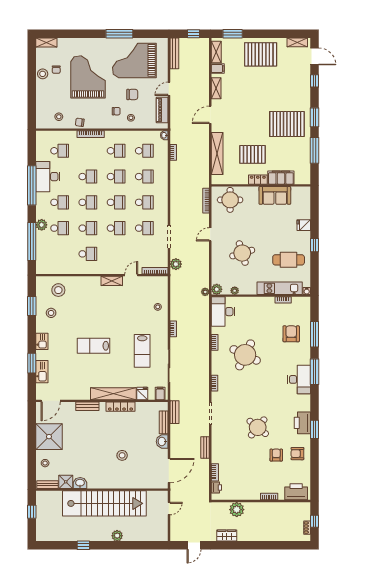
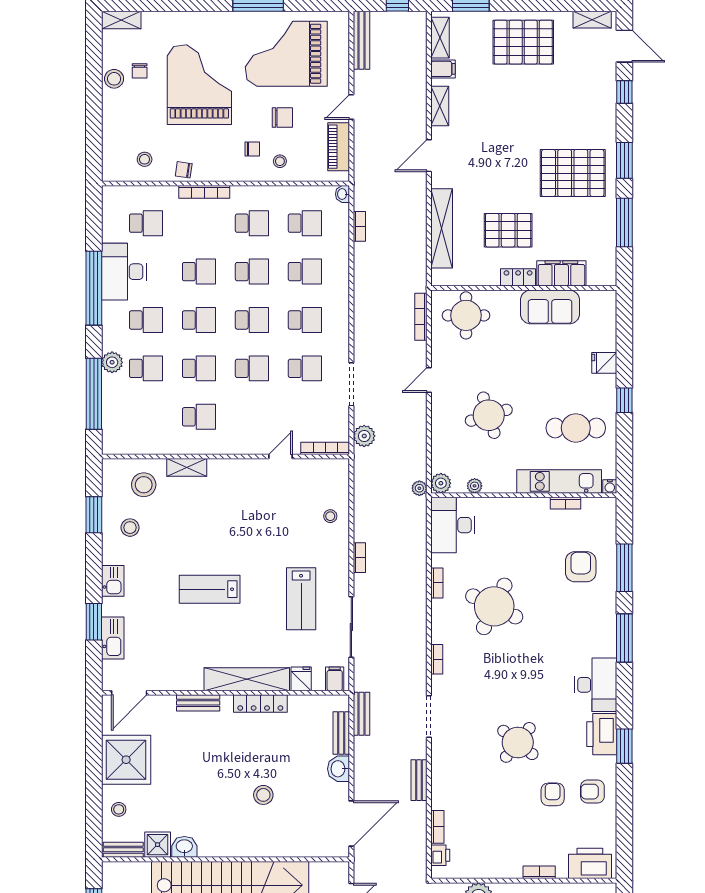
shelving: (112, 281) -> (187, 467), moved
desk: (299, 379) -> (596, 685), moved

